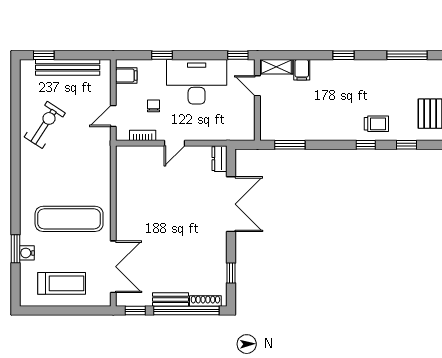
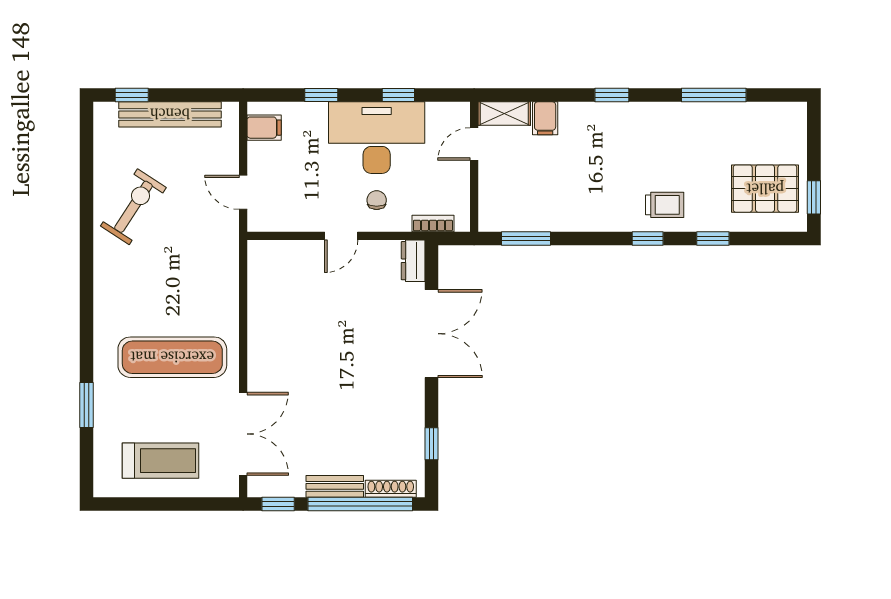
window: (238, 55) -> (398, 95), moved
door: (257, 86) -> (474, 144), hinge flipped
chair: (153, 106) -> (377, 200), moved
door: (113, 116) -> (243, 192), hinge flipped
bookcase: (143, 135) -> (433, 223), moved
water cooler: (27, 253) -> (105, 412), removed

